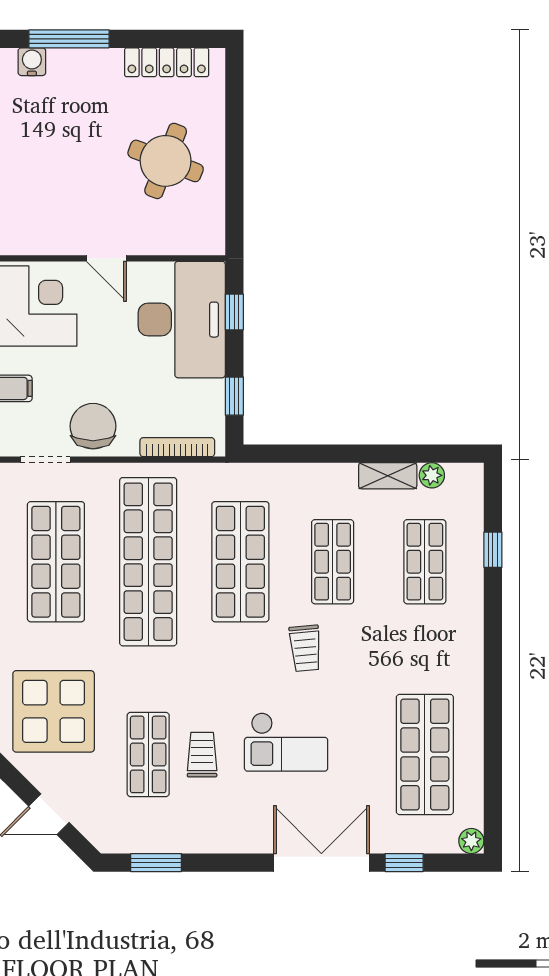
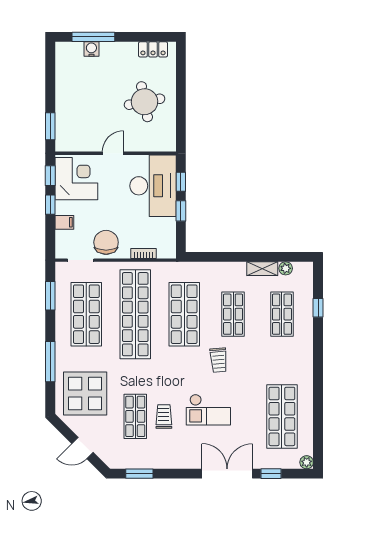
water cooler: (32, 62) -> (91, 49), moved
locker: (167, 62) -> (153, 49), width x0.66
round table: (166, 161) -> (144, 102), turned -32
door: (106, 258) -> (113, 153), swing flipped
window: (234, 396) -> (181, 211), moved
bookcase: (177, 447) -> (144, 253), width x0.64

